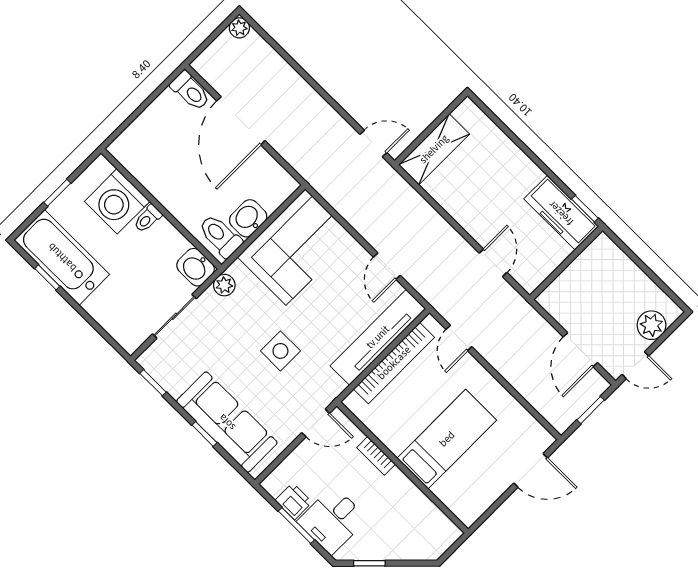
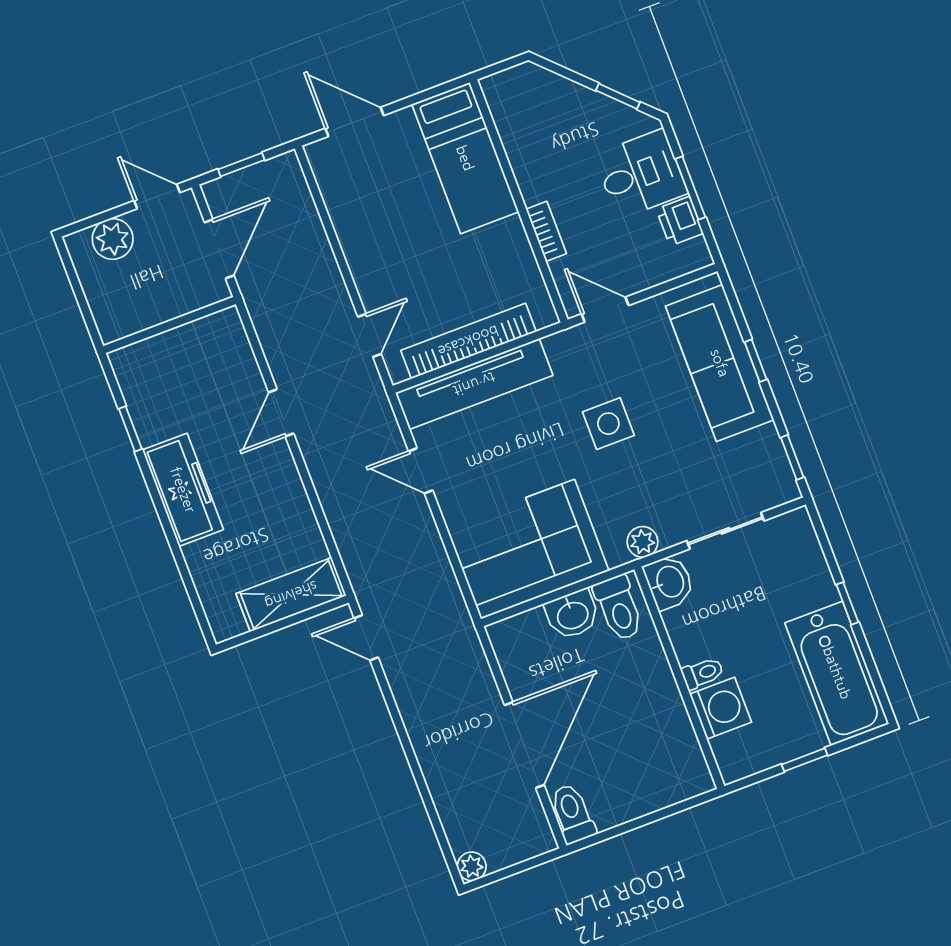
washing machine: (117, 201) -> (721, 708), width x0.73, depth x0.73
freezer: (561, 213) -> (183, 490), moved
wall: (566, 263) -> (170, 325), moved
door: (387, 266) -> (421, 471), swing flipped
window: (47, 277) -> (847, 603), moved
bed: (447, 439) -> (465, 158), moved, turned -90

